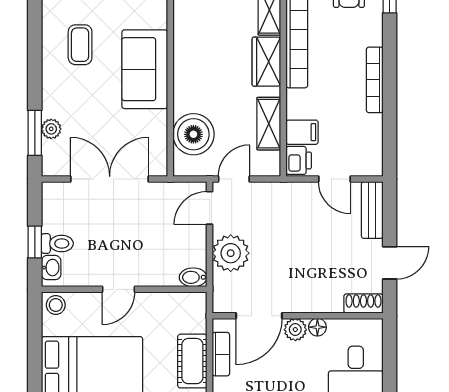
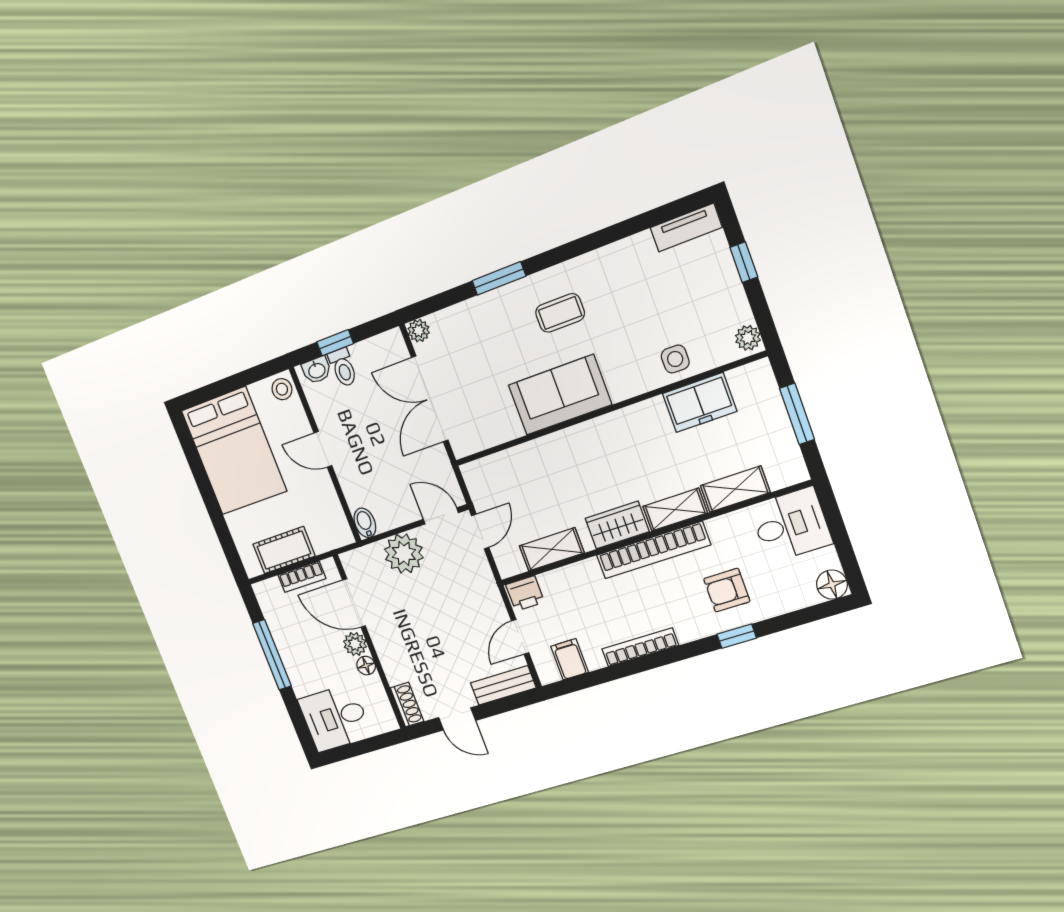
plant: (51, 129) -> (419, 331), moved
filing cabinet: (302, 132) -> (570, 659), moved, turned 180
window: (35, 133) -> (499, 278), moved
boiler: (193, 134) -> (510, 473), removed
double door: (110, 179) -> (430, 399), swing flipped
door: (234, 179) -> (480, 532), hinge flipped

